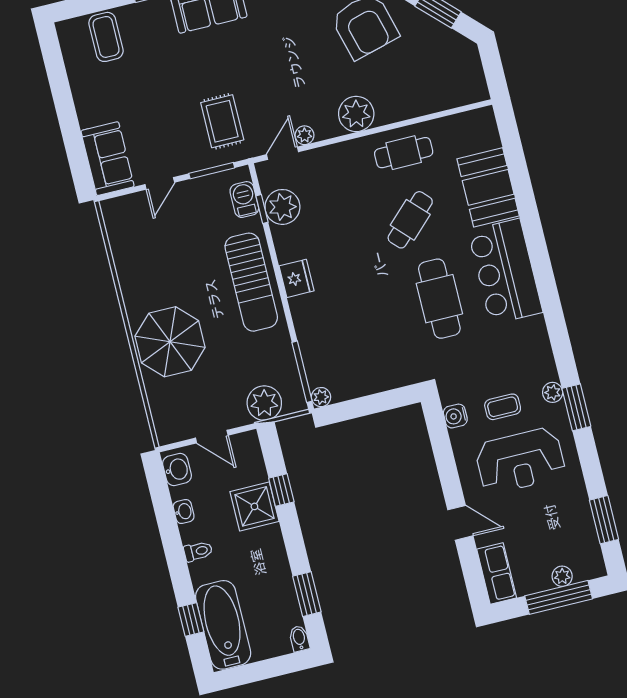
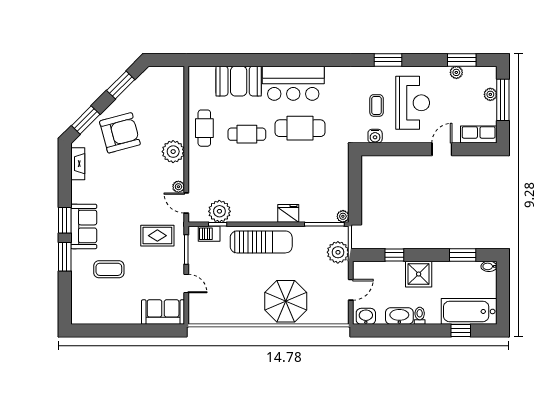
coffee table: (106, 37) -> (109, 269), moved
cafe table: (410, 220) -> (247, 134), turned -46
fridge: (297, 278) -> (288, 213), moved
plant: (553, 392) -> (456, 72), moved
shower: (254, 506) -> (419, 274), moved
washbasin: (184, 511) -> (399, 316), width x1.91, depth x1.45

